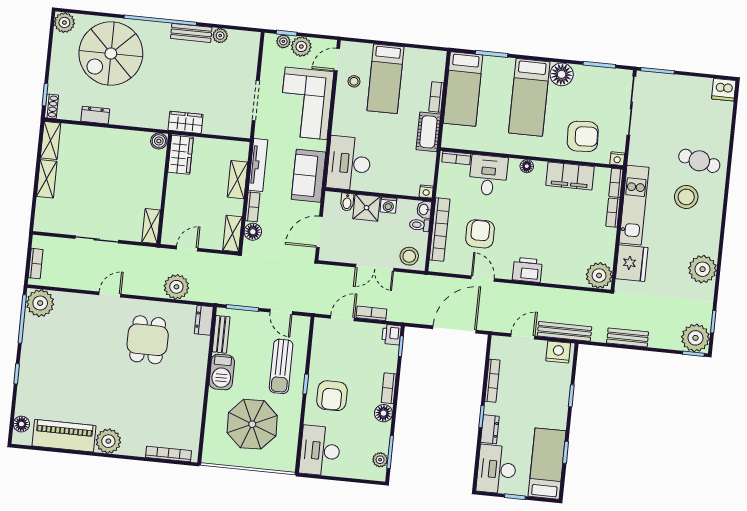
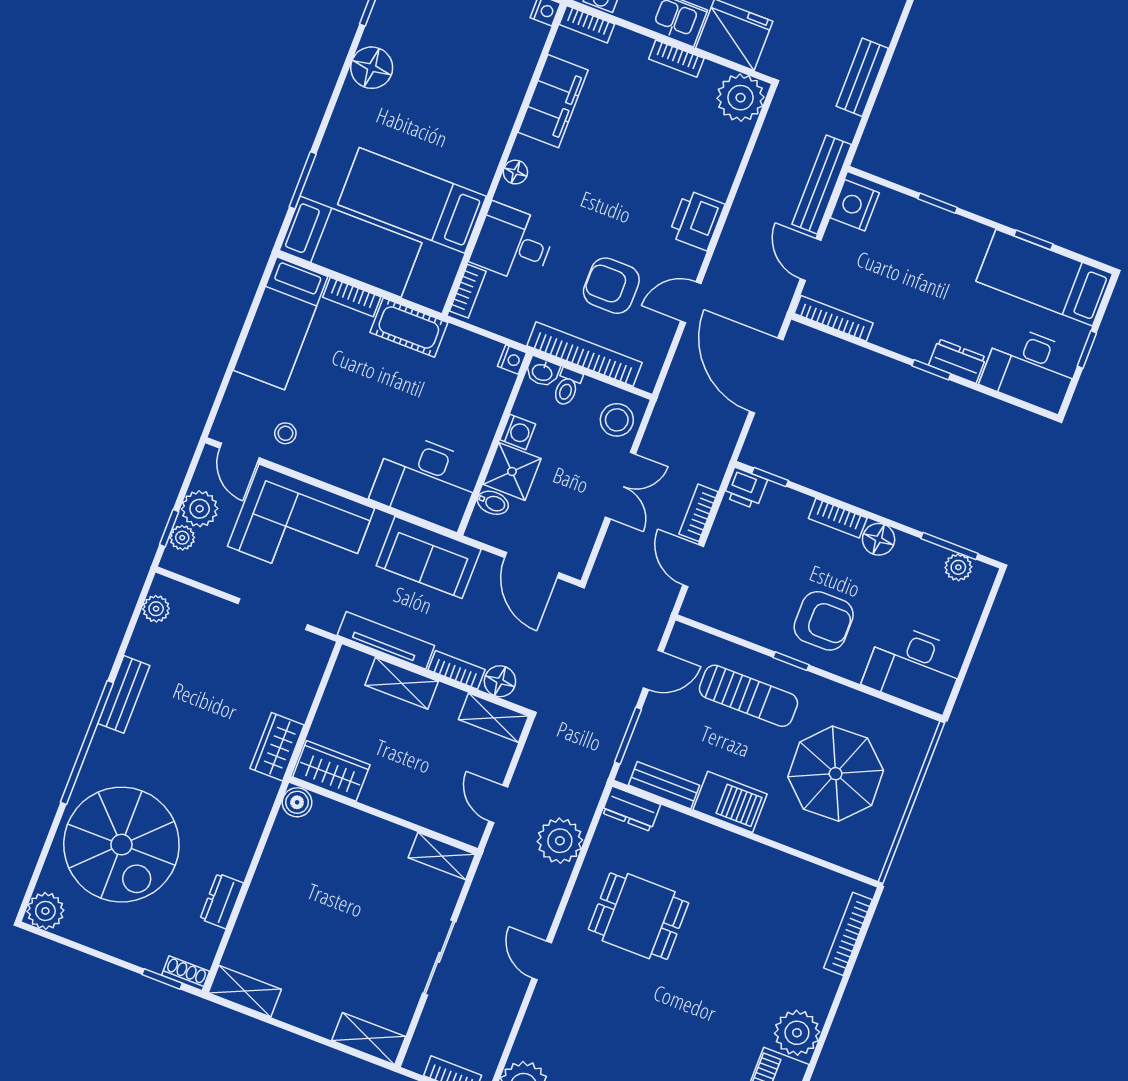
plant: (220, 36) -> (156, 609), moved
bed: (385, 79) -> (281, 323), moved, turned 90
bed: (529, 97) -> (412, 200), moved, turned 180
armchair: (583, 136) -> (490, 60), removed
shelving: (47, 179) -> (369, 1039), moved
bookcase: (613, 213) -> (676, 59), moved
bookcase: (492, 381) -> (834, 318), moved

